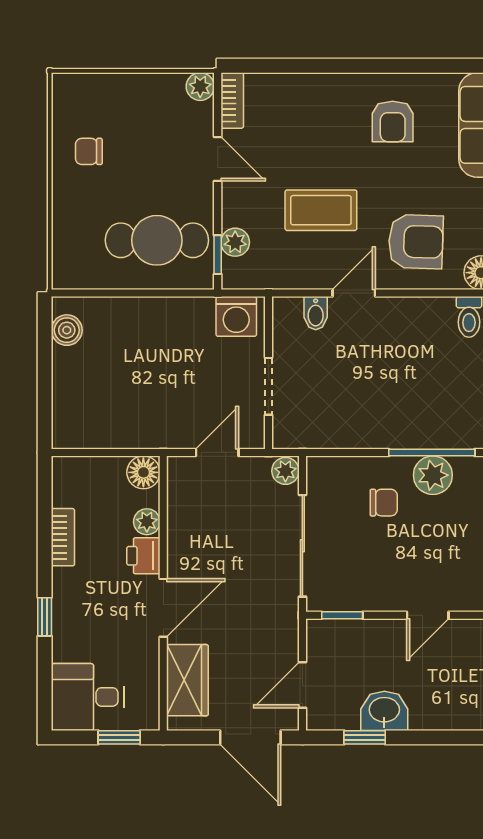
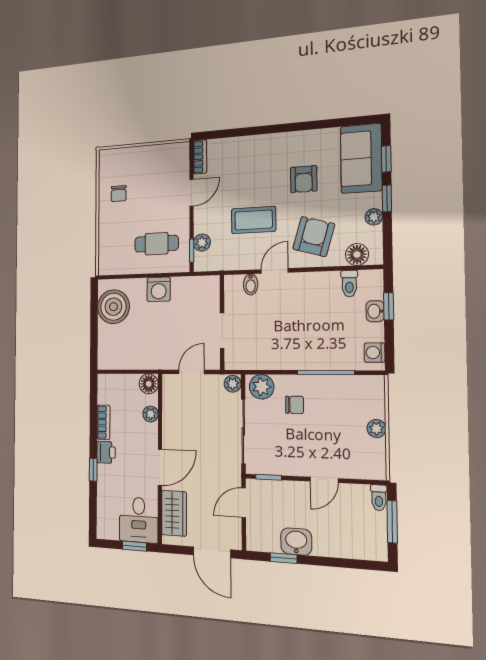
plant: (200, 87) -> (181, 150), removed
armchair: (393, 121) -> (304, 179), moved
chair: (89, 151) -> (119, 194), turned -90
door: (218, 159) -> (191, 193), hinge flipped
cafe table: (157, 240) -> (157, 244), width x0.73, depth x0.74
armchair: (416, 242) -> (314, 236), turned -76
washing machine: (236, 316) -> (159, 289), moved
boiler: (67, 330) -> (113, 307), width x1.86, depth x1.86
plant: (433, 475) -> (262, 387), moved
printer: (143, 556) -> (106, 452), moved, turned 180
door: (302, 685) -> (244, 503), moved
desk: (88, 697) -> (139, 520), moved, turned -90

